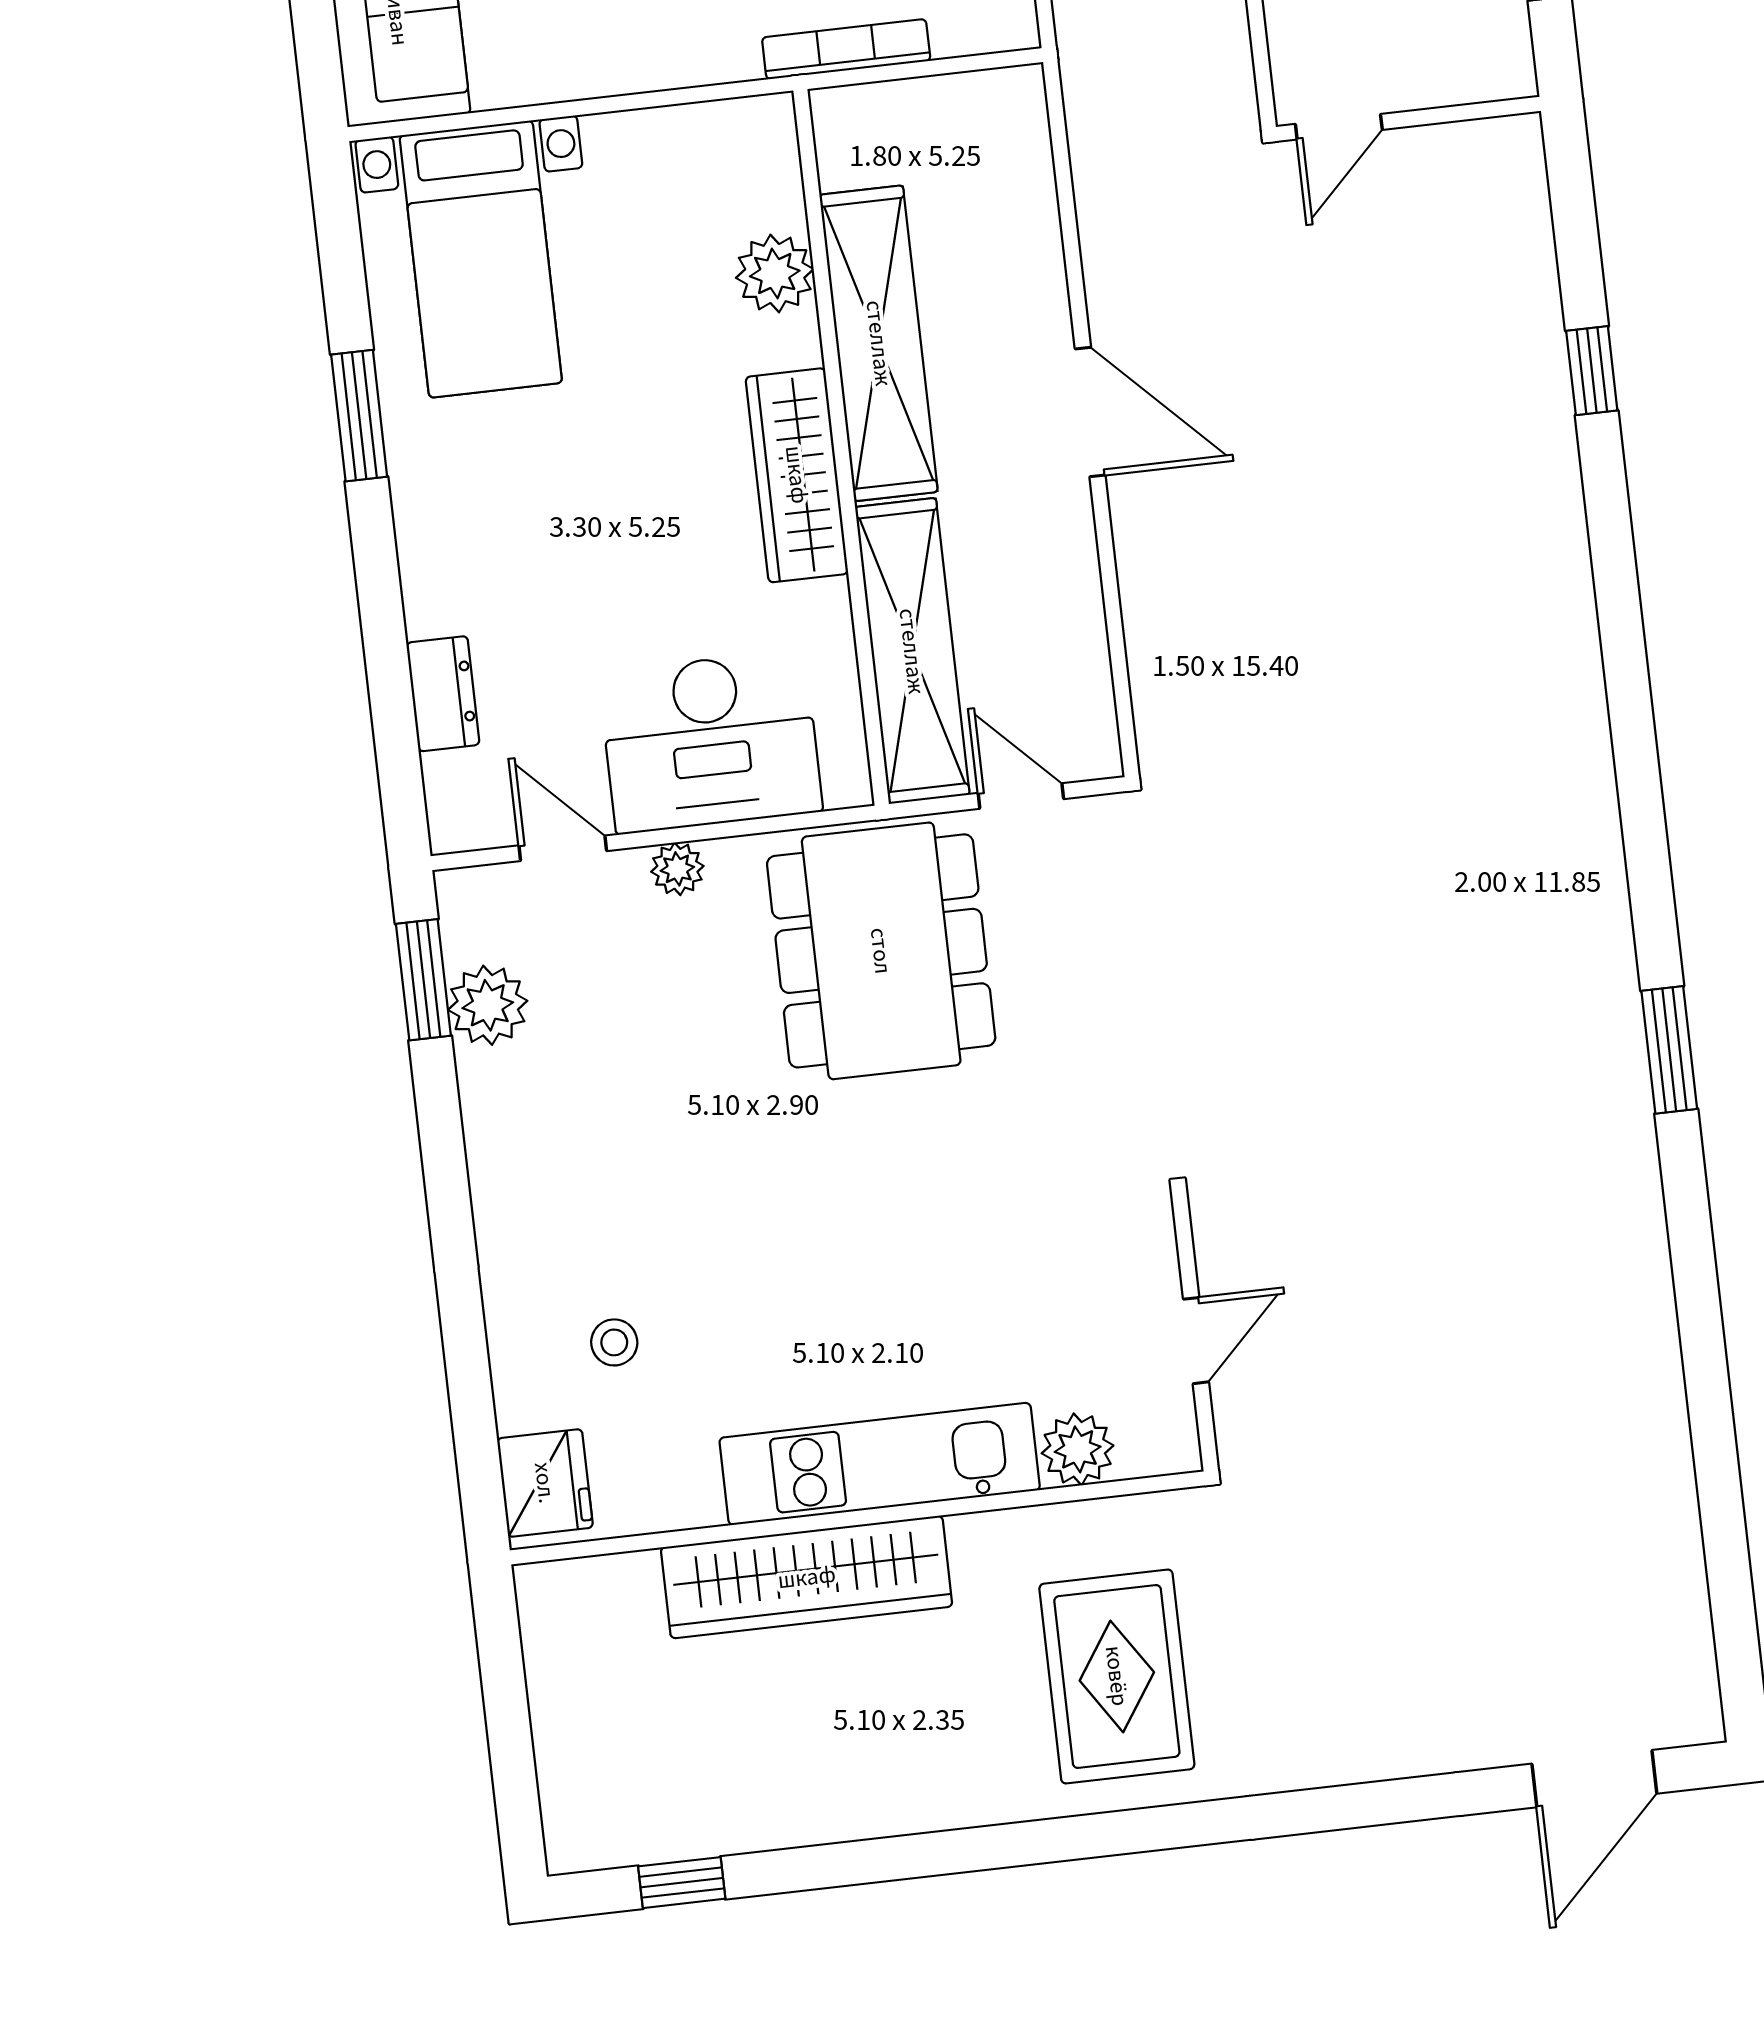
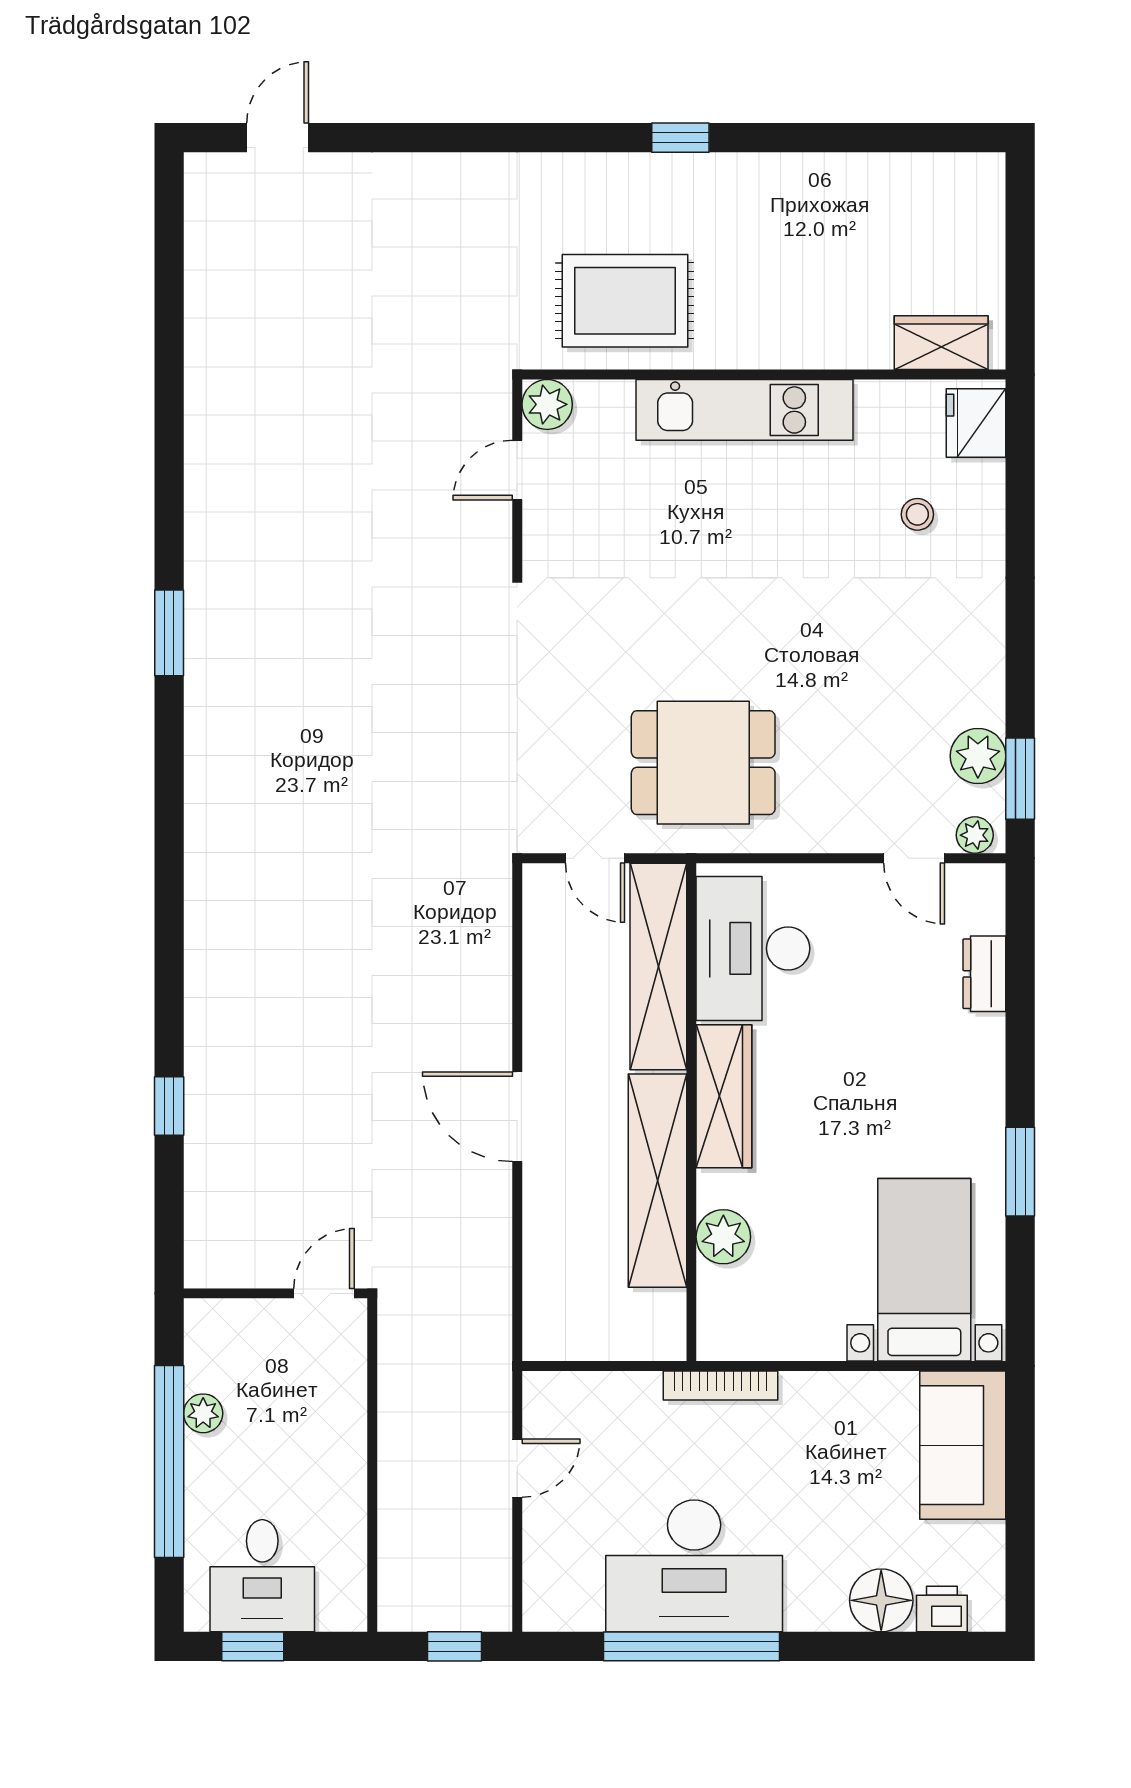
bookcase: (846, 49) -> (721, 1385), moved
desk: (711, 742) -> (753, 948), moved, turned -90
plant: (677, 869) -> (975, 835), moved
dining table: (881, 951) -> (703, 763), width x0.73
plant: (1078, 1449) -> (547, 404), moved
wardrobe: (807, 1577) -> (941, 343), moved, width x0.48, depth x0.85
rug: (1117, 1676) -> (625, 301), moved, turned 90
door: (1594, 1779) -> (278, 138), width x0.73
window: (682, 1883) -> (680, 138), moved

